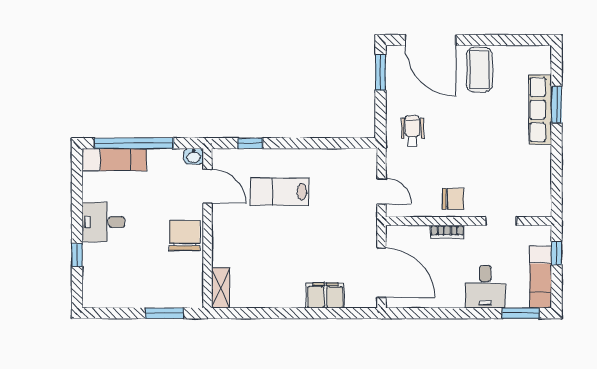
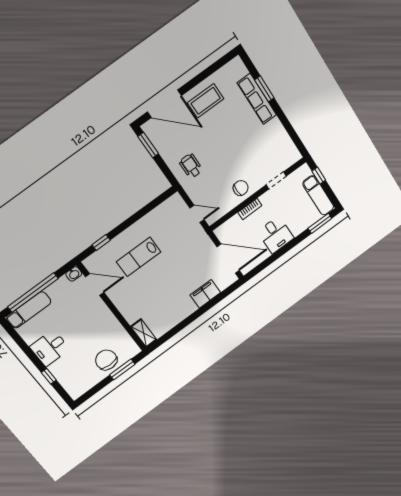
coffee table: (479, 70) -> (206, 101), turned 90
chair: (185, 236) -> (106, 360), moved
desk: (485, 287) -> (276, 235), moved

